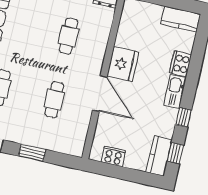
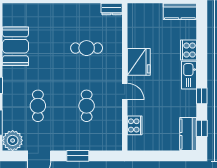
cafe table: (69, 36) -> (87, 48), turned 90
door: (100, 94) -> (125, 92), width x0.53
cooker: (113, 156) -> (135, 125), moved, turned 90

